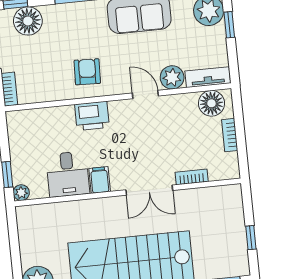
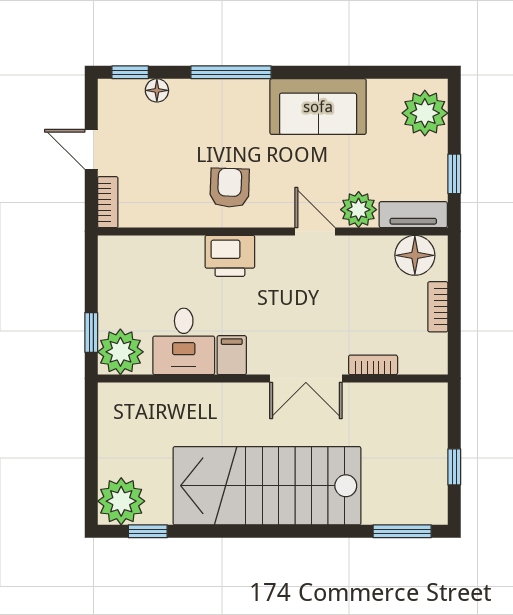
floor lamp: (28, 21) -> (157, 90), width x0.53, depth x0.53
window: (229, 25) -> (454, 174), moved
plant: (21, 193) -> (120, 352), width x1.88, depth x1.88

